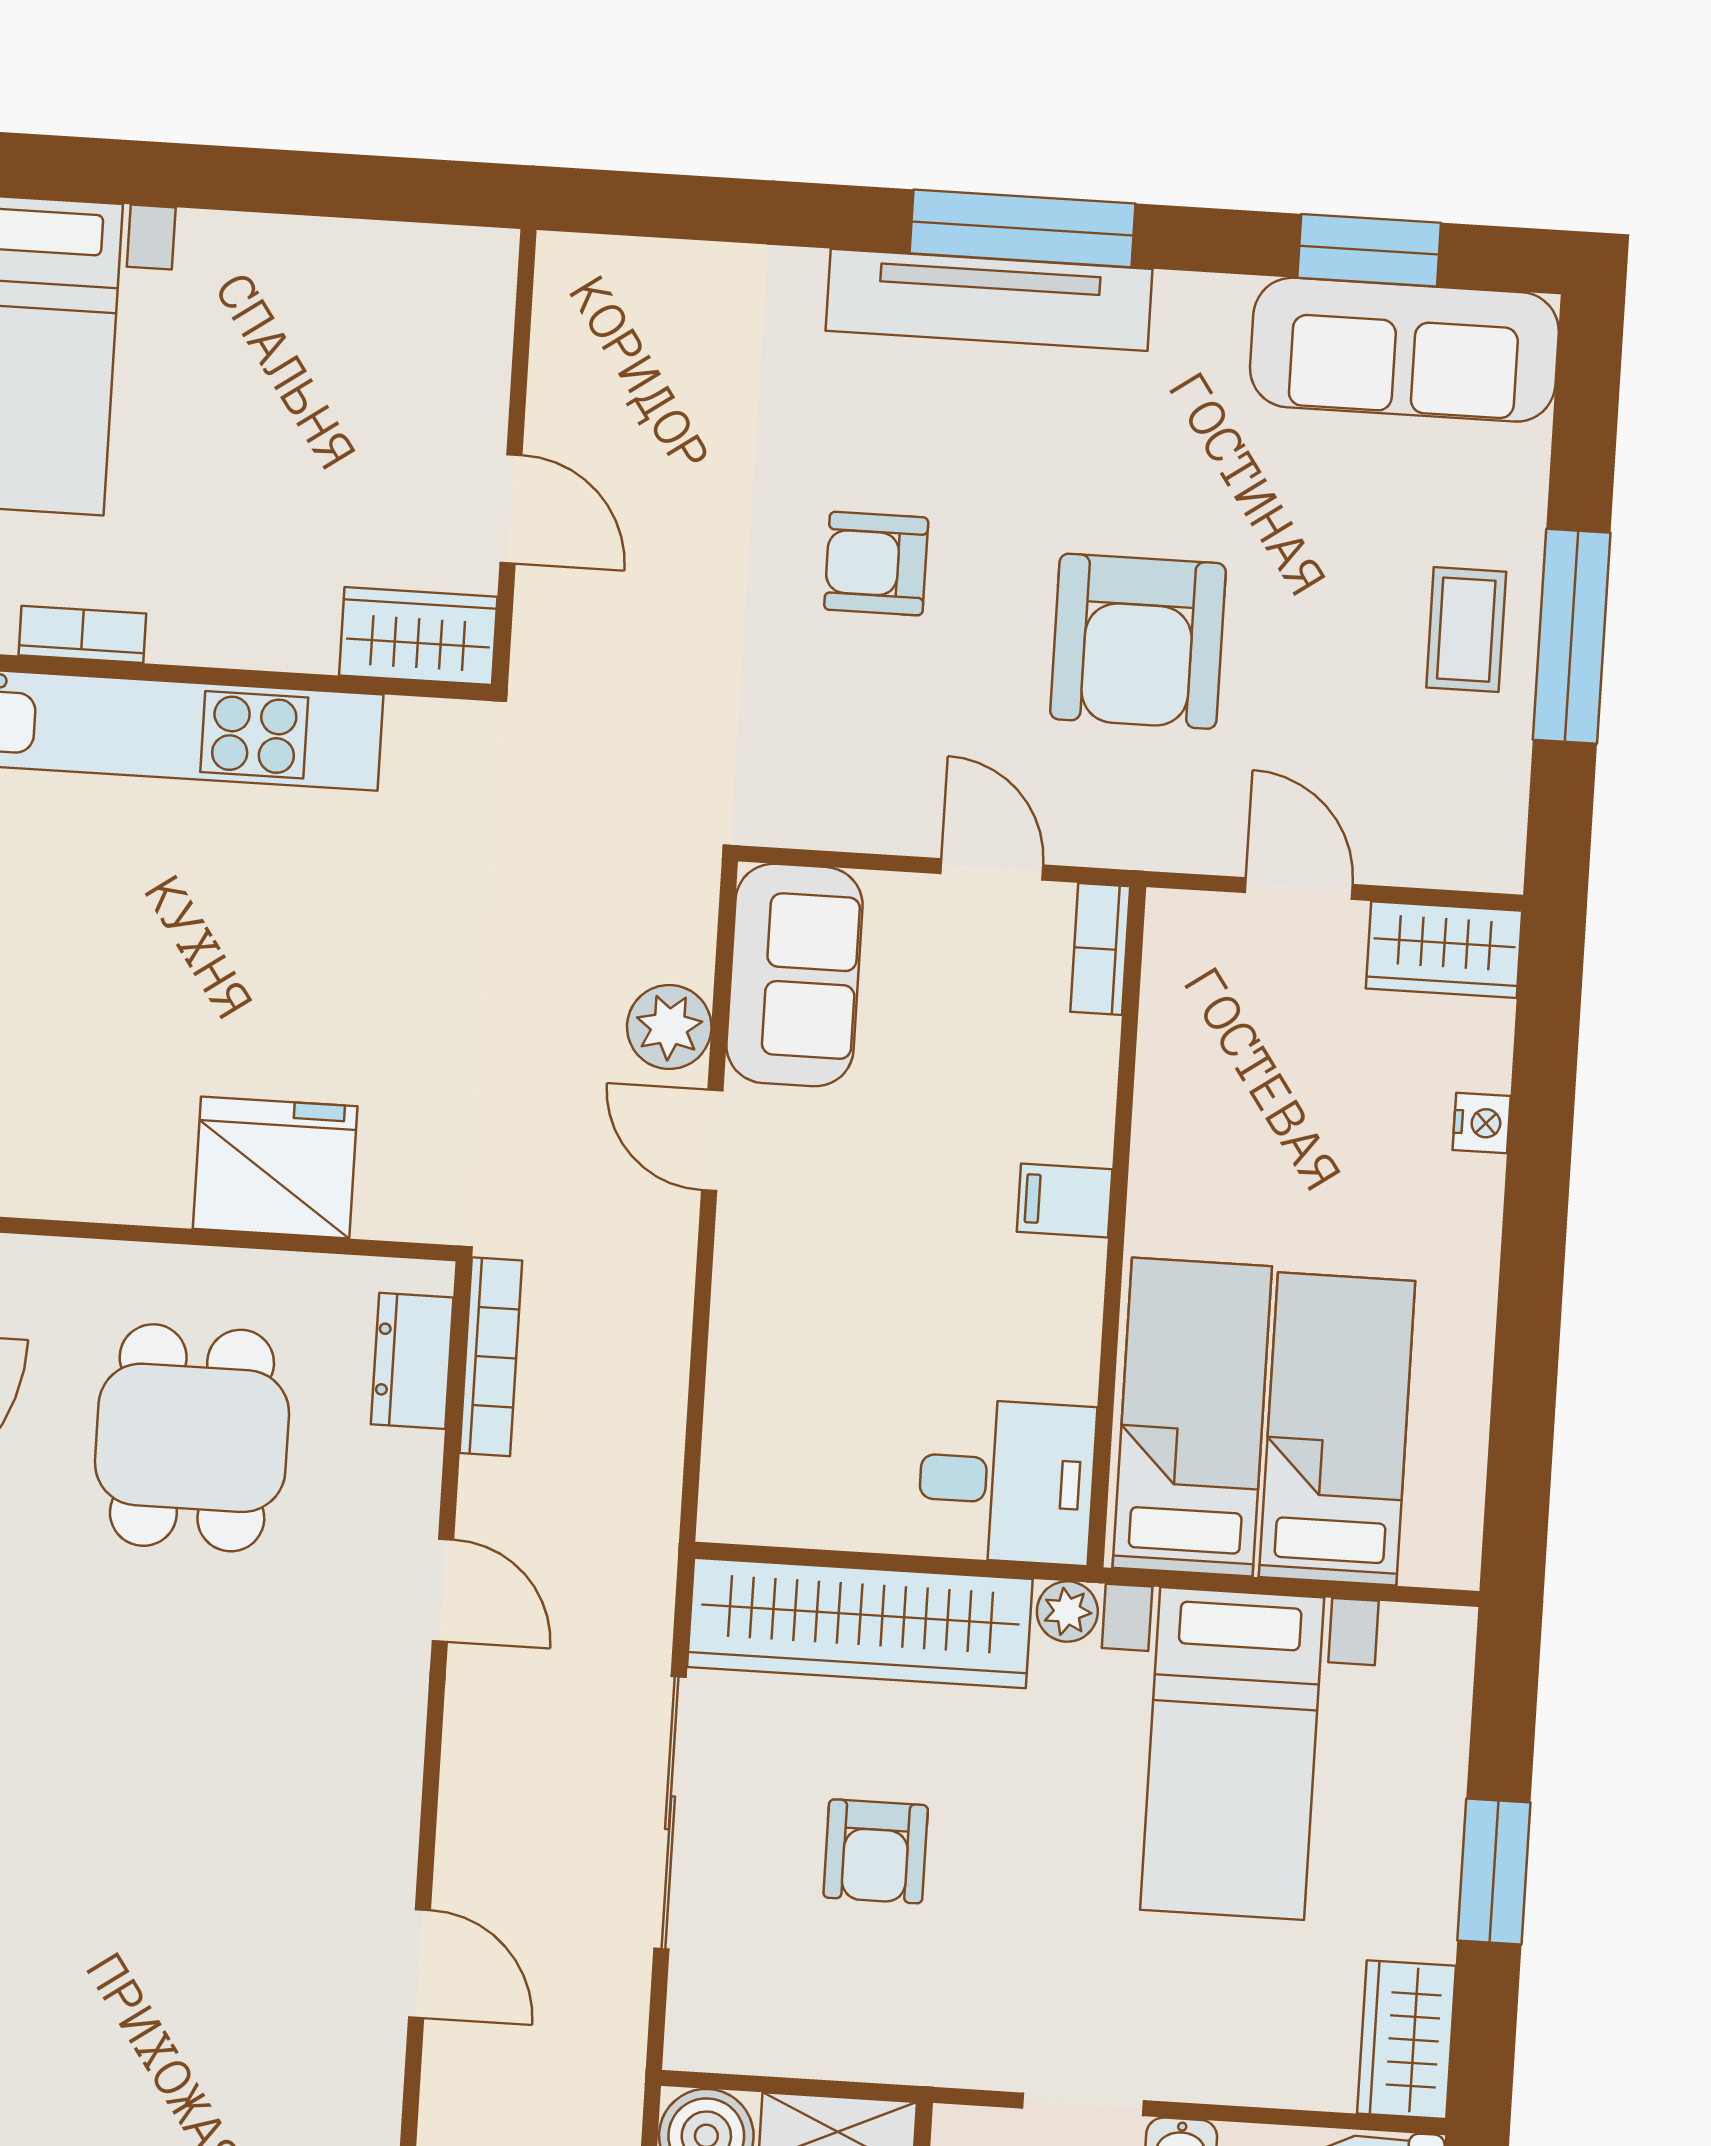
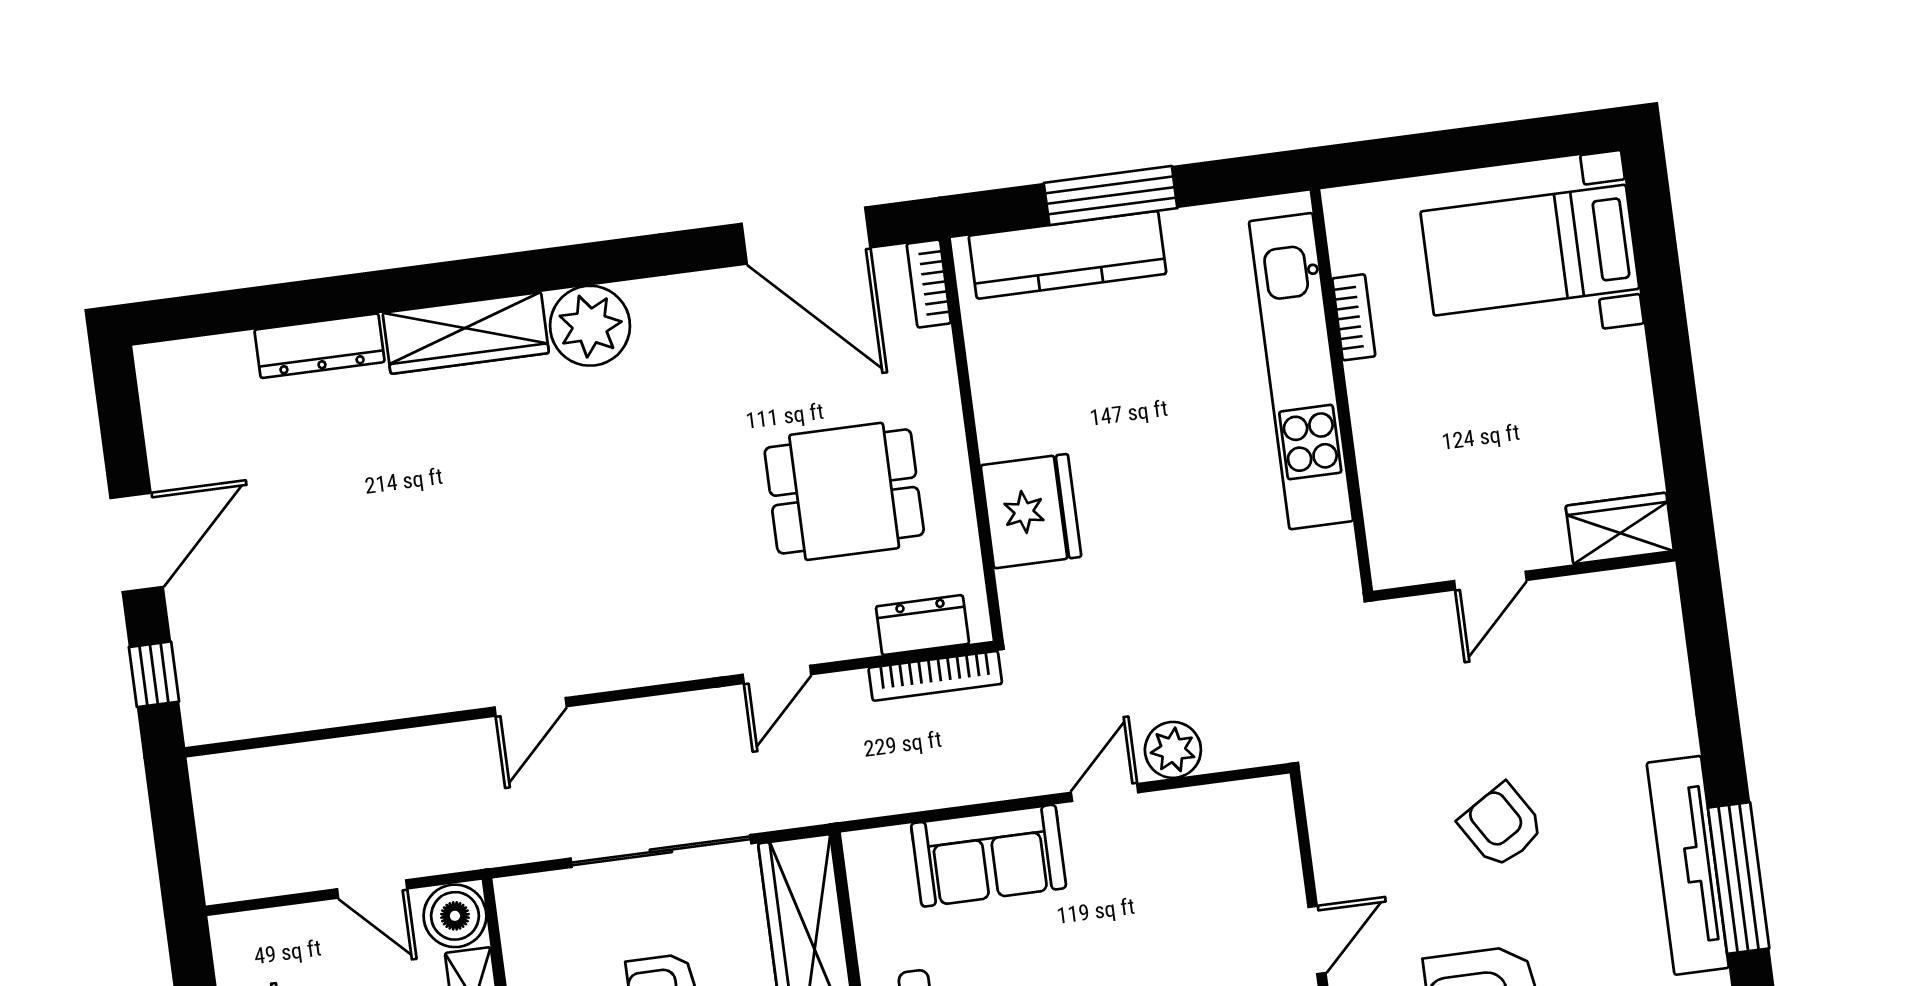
armchair: (876, 564) -> (1501, 826), turned -32
wardrobe: (418, 636) -> (1620, 528), moved, turned -90
sofa: (794, 975) -> (989, 856), moved

